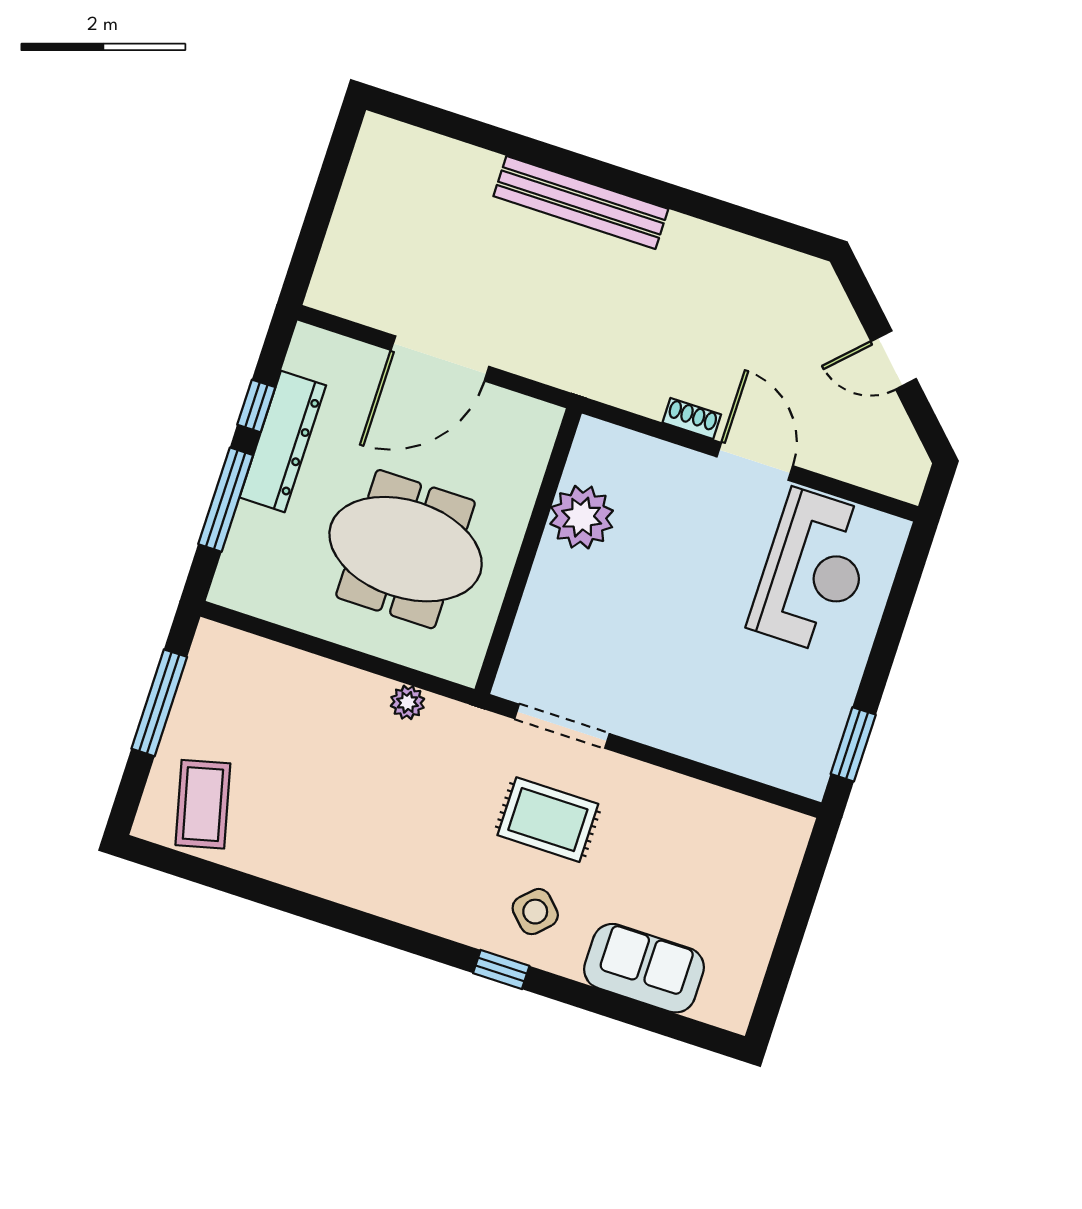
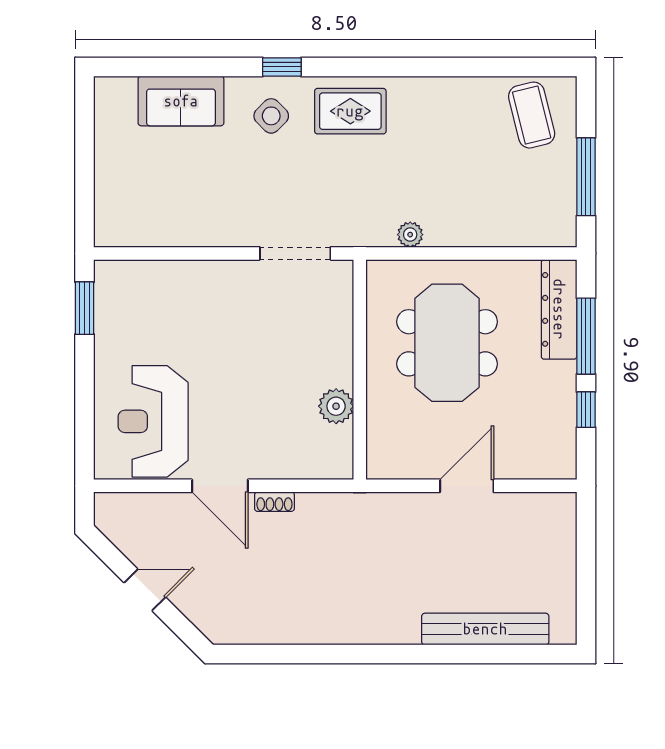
bench: (581, 202) -> (485, 629), moved
door: (440, 358) -> (467, 486), width x0.73
dresser: (283, 441) -> (559, 309), moved
plant: (582, 517) -> (336, 406), width x0.73, depth x0.73
meeting table: (406, 549) -> (447, 343), turned 90
rug: (548, 820) -> (350, 111), moved

